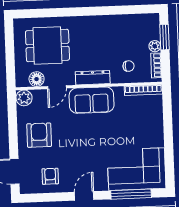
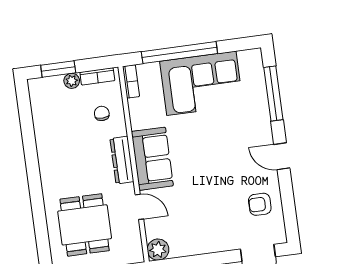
floor lamp: (37, 79) -> (131, 235), removed
bookcase: (143, 90) -> (131, 81), width x0.64
window: (168, 128) -> (179, 53), added
armchair: (39, 135) -> (206, 225), removed
corner sofa: (137, 169) -> (201, 83), moved, turned -90

